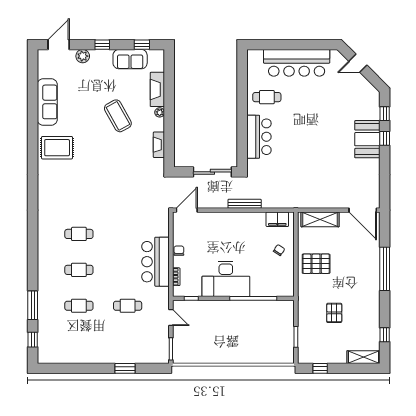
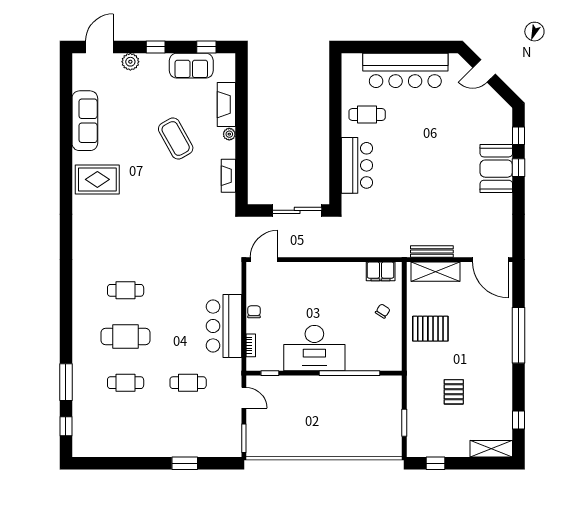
bench: (245, 204) -> (432, 251), moved
cafe table: (79, 270) -> (126, 336), width x1.37, depth x1.35

